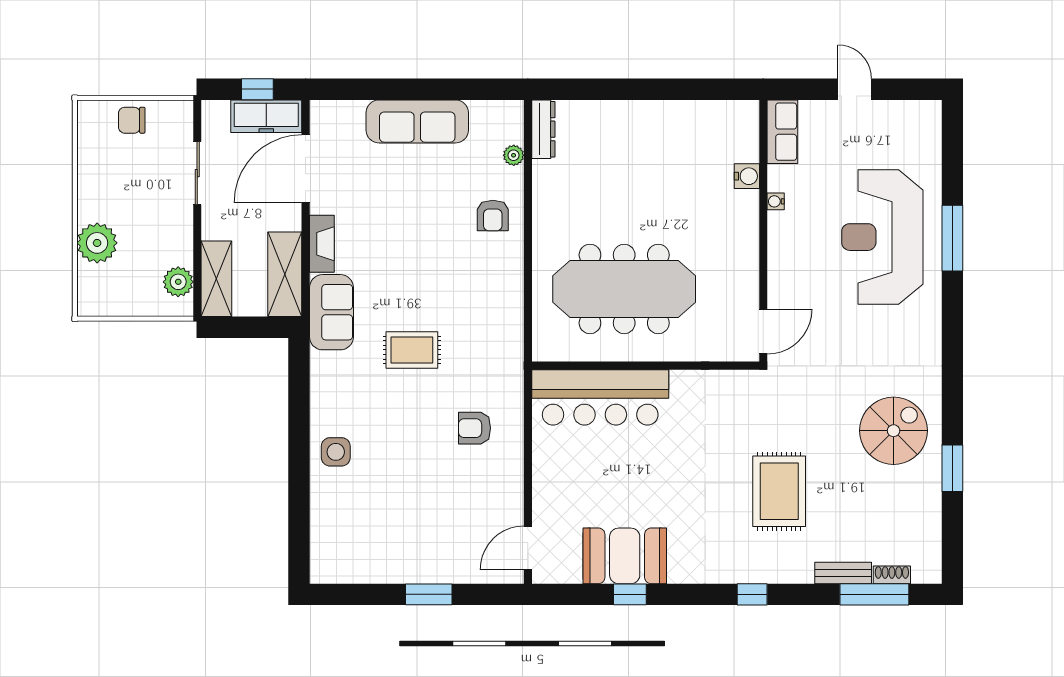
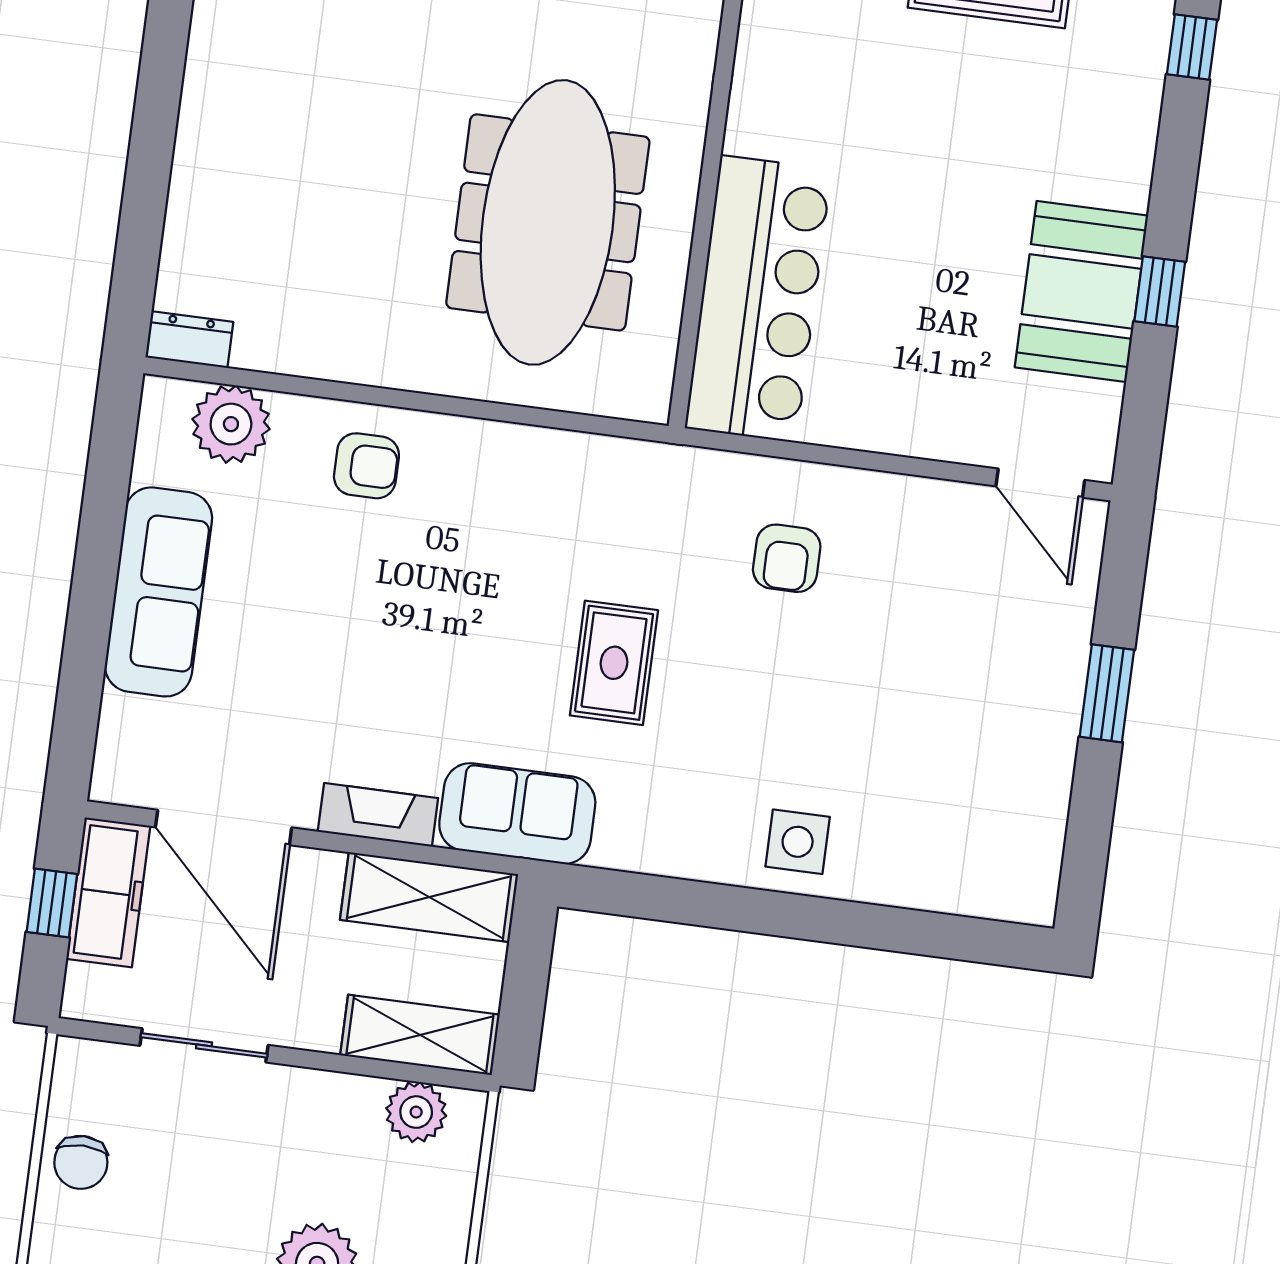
dresser: (543, 129) -> (189, 340), width x0.70
plant: (514, 155) -> (231, 424), width x1.88, depth x1.88

